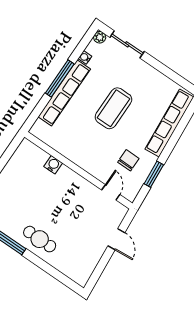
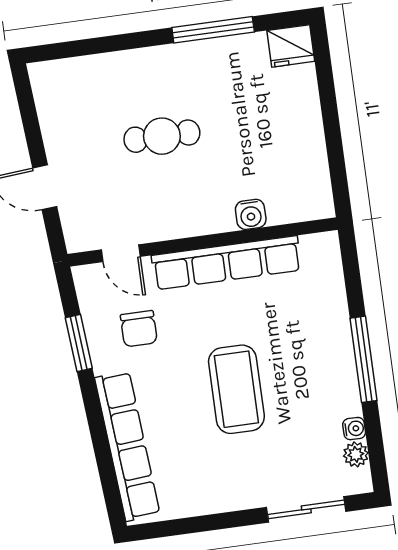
plant: (100, 37) -> (356, 454), moved
row of seats: (64, 93) -> (226, 263), moved, turned -90
cafe table: (40, 239) -> (162, 136), moved

